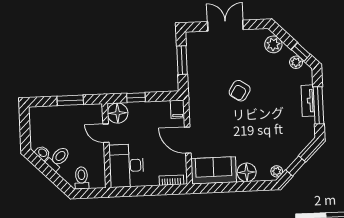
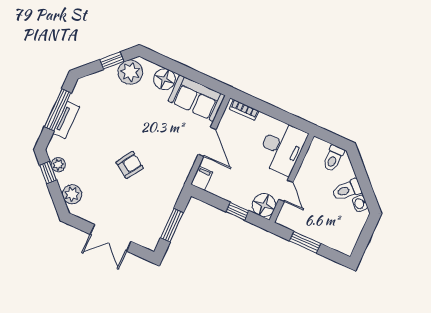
plant: (277, 171) -> (130, 72), width x1.87, depth x1.87

